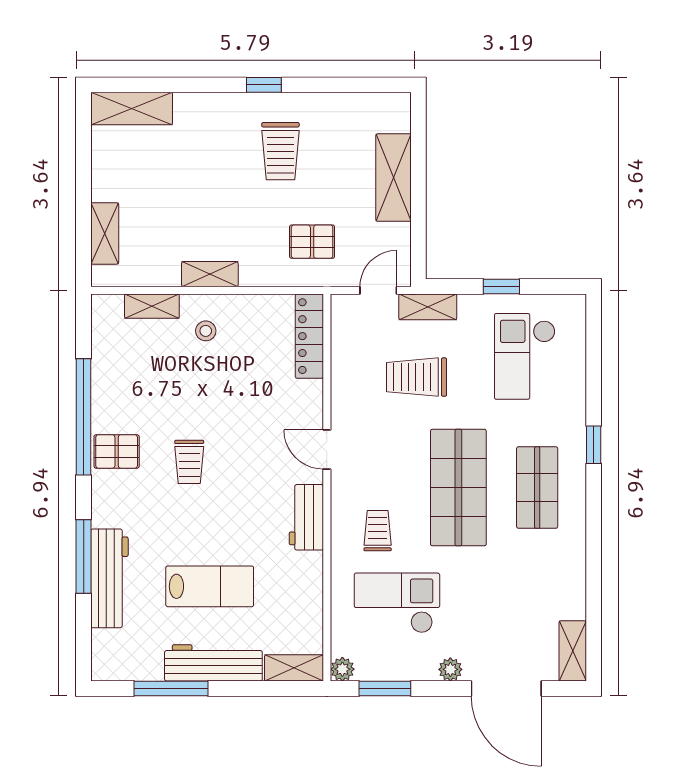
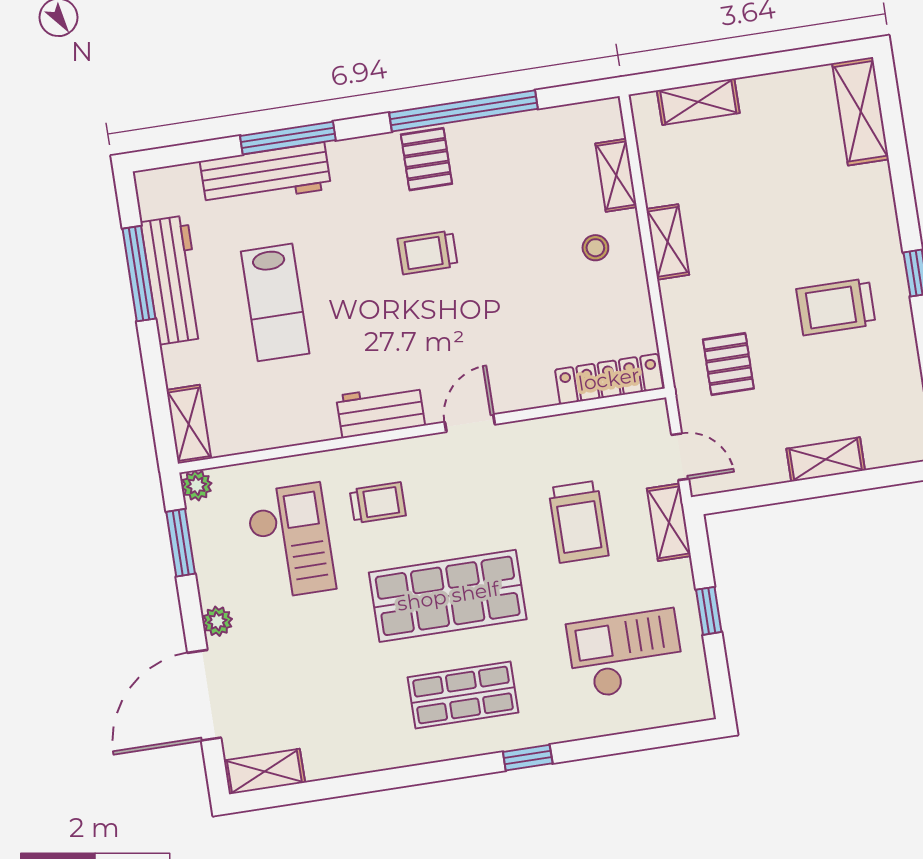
shelving: (393, 178) -> (826, 459), width x0.67, depth x0.75
trolley: (416, 377) -> (578, 522), turned 180
workbench: (213, 663) -> (173, 280), moved

